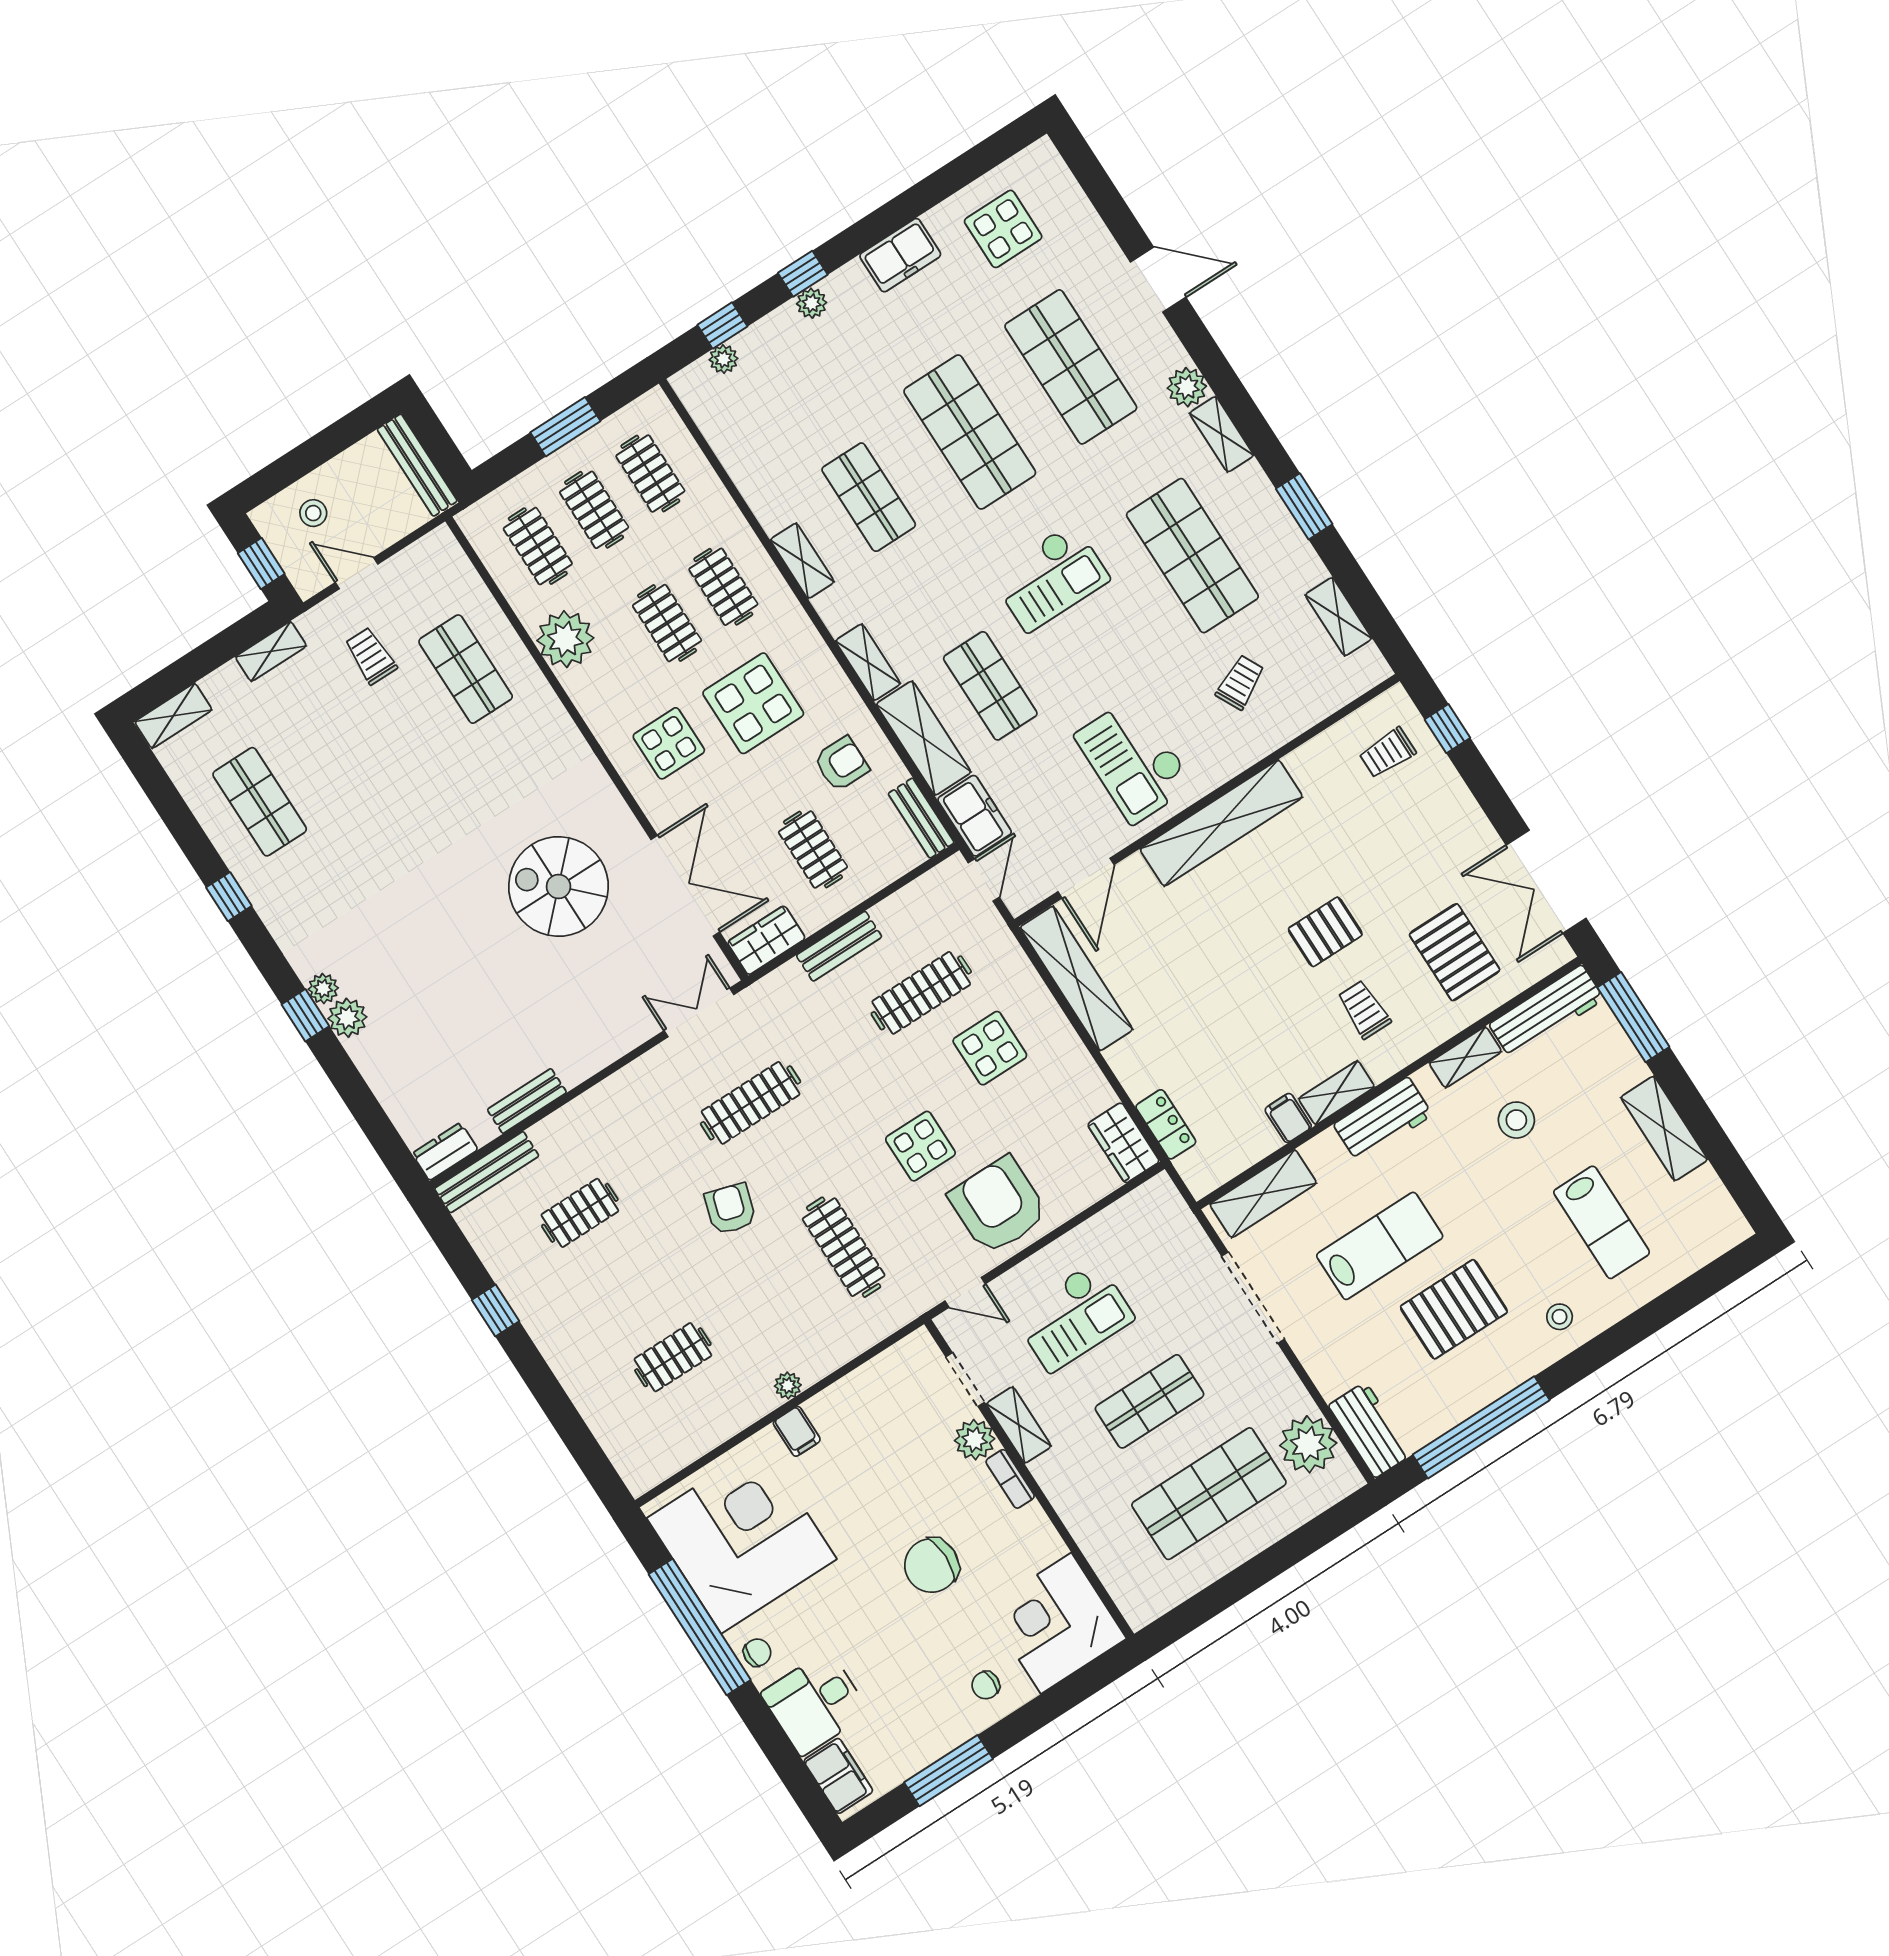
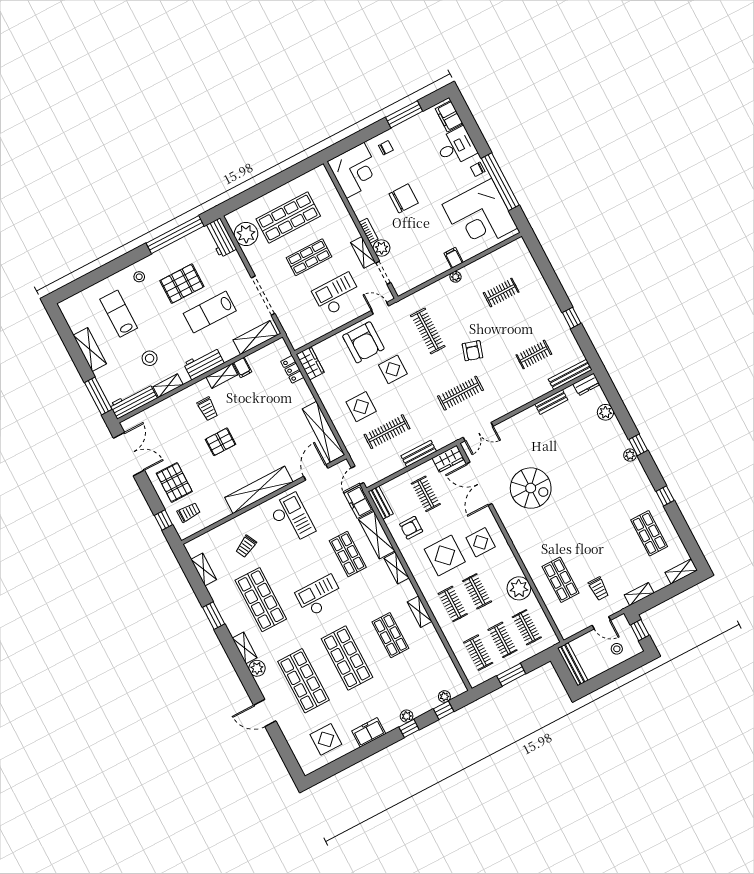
pallet: (1455, 952) -> (174, 482), moved
plant: (347, 1018) -> (605, 412), moved

